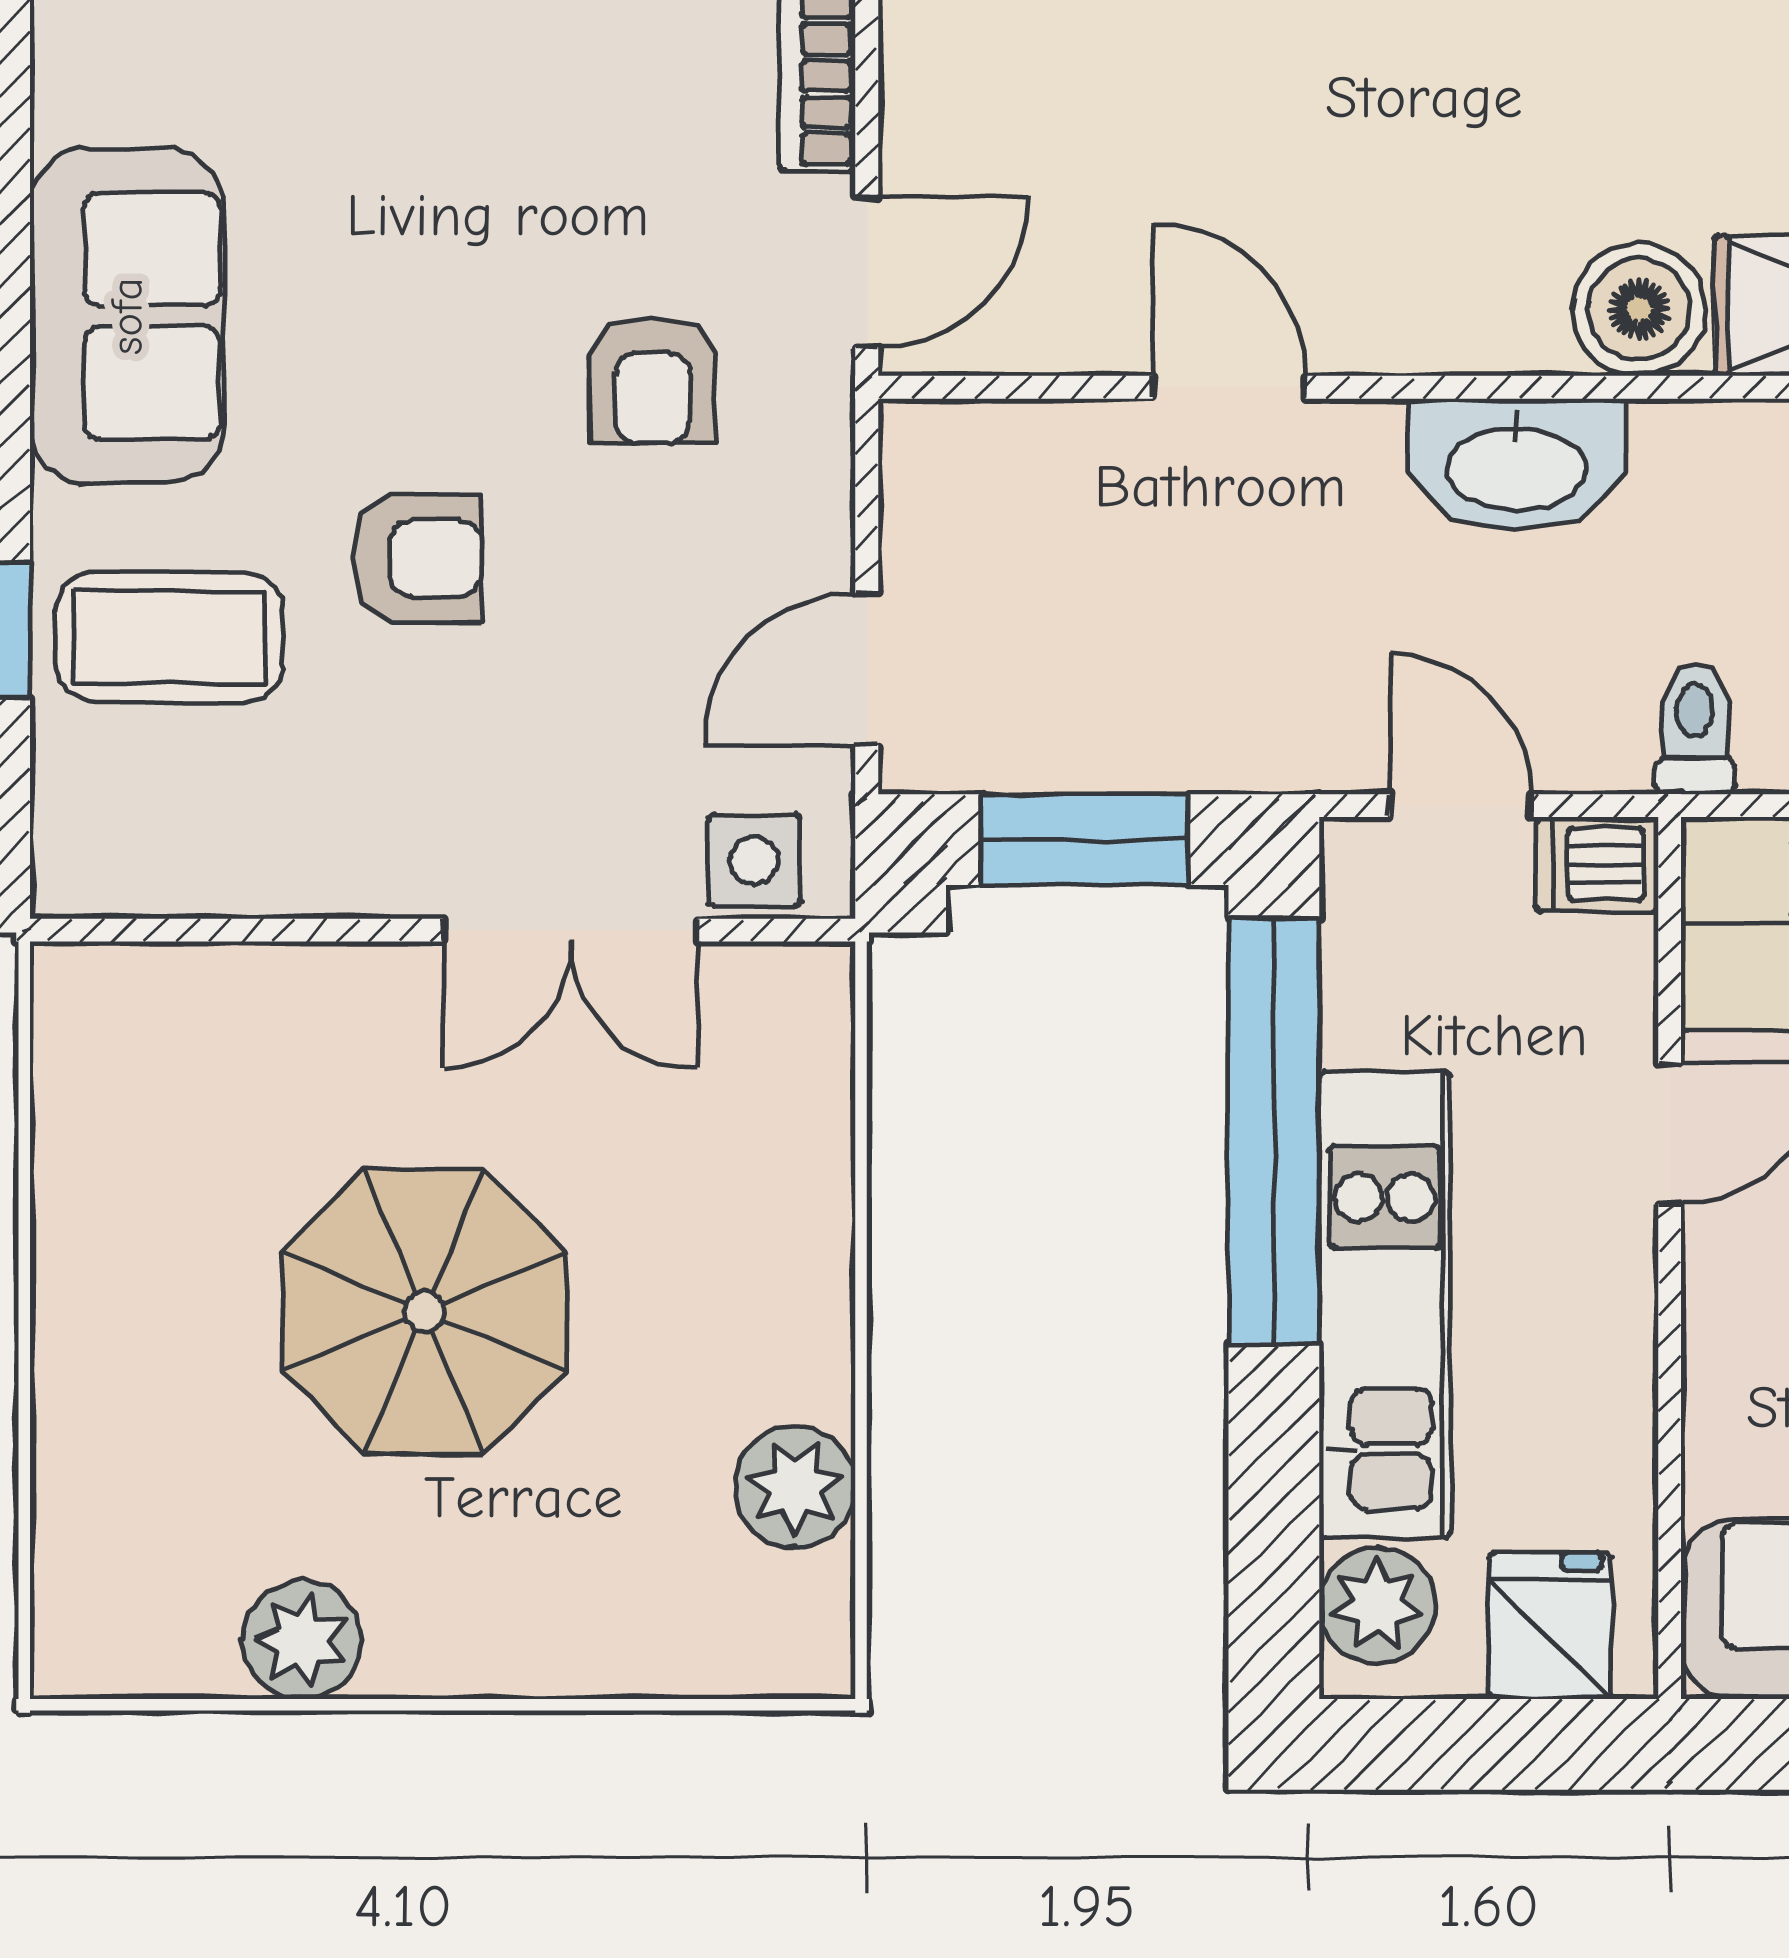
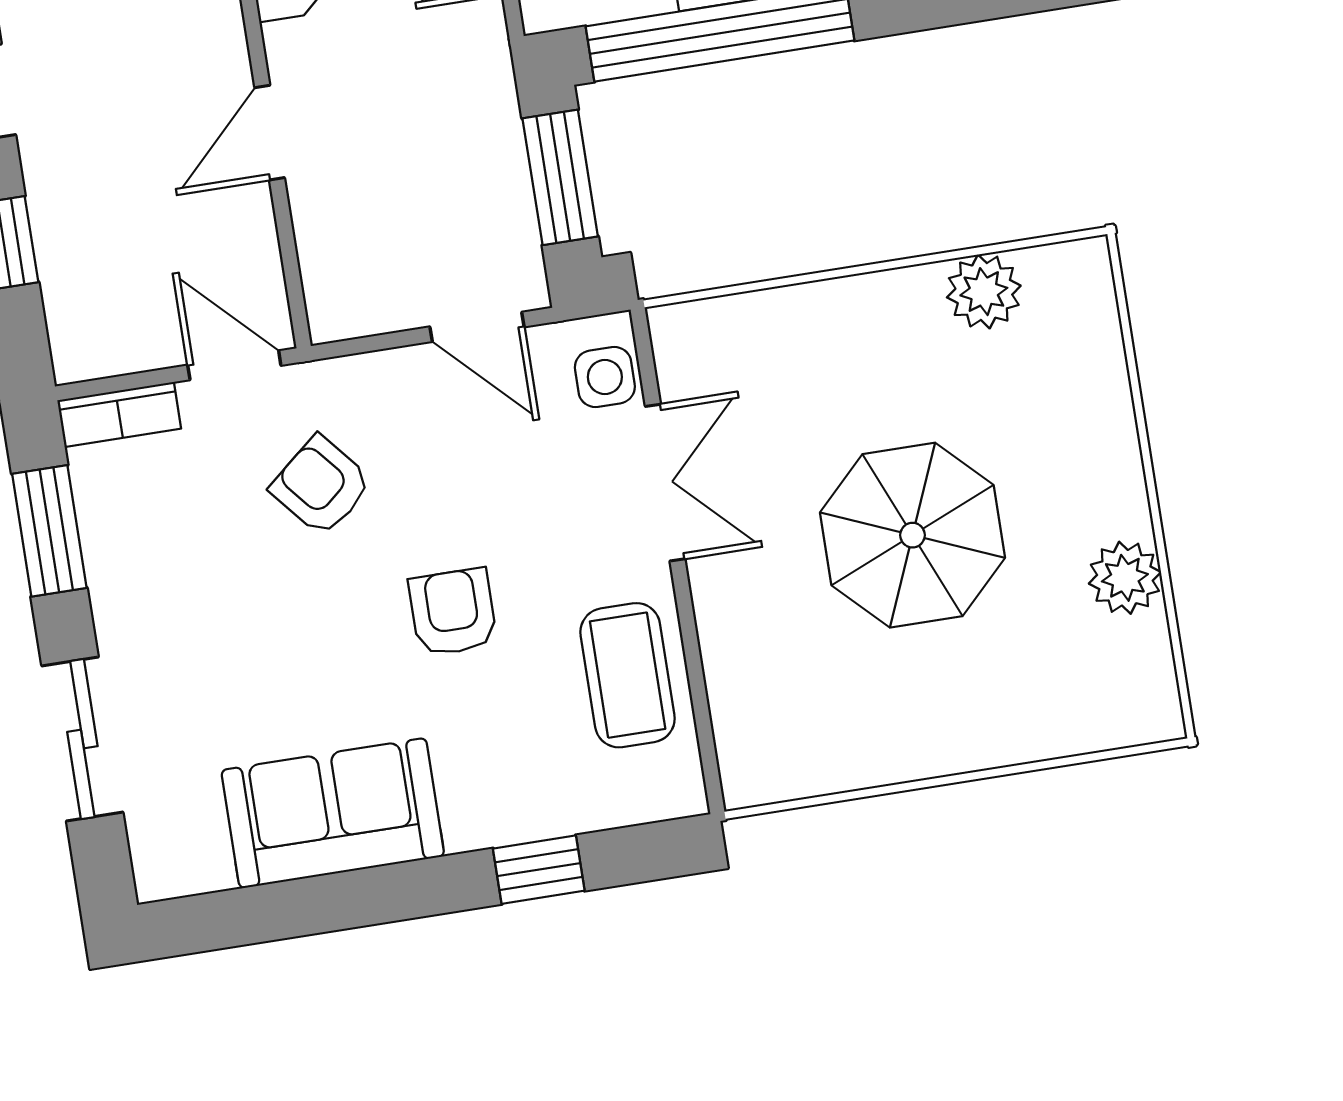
armchair: (652, 380) -> (321, 486), turned -130
coffee table: (169, 637) -> (628, 675), moved

